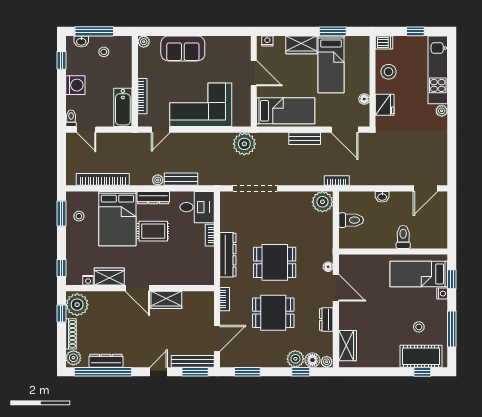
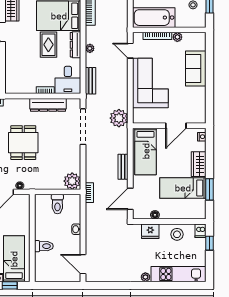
window: (415, 31) -> (210, 243), moved
plant: (144, 42) -> (177, 37), moved
bathtub: (123, 107) -> (154, 18), width x1.36, depth x1.36
bench: (181, 179) -> (90, 81), moved
dresser: (228, 255) -> (48, 105), moved

